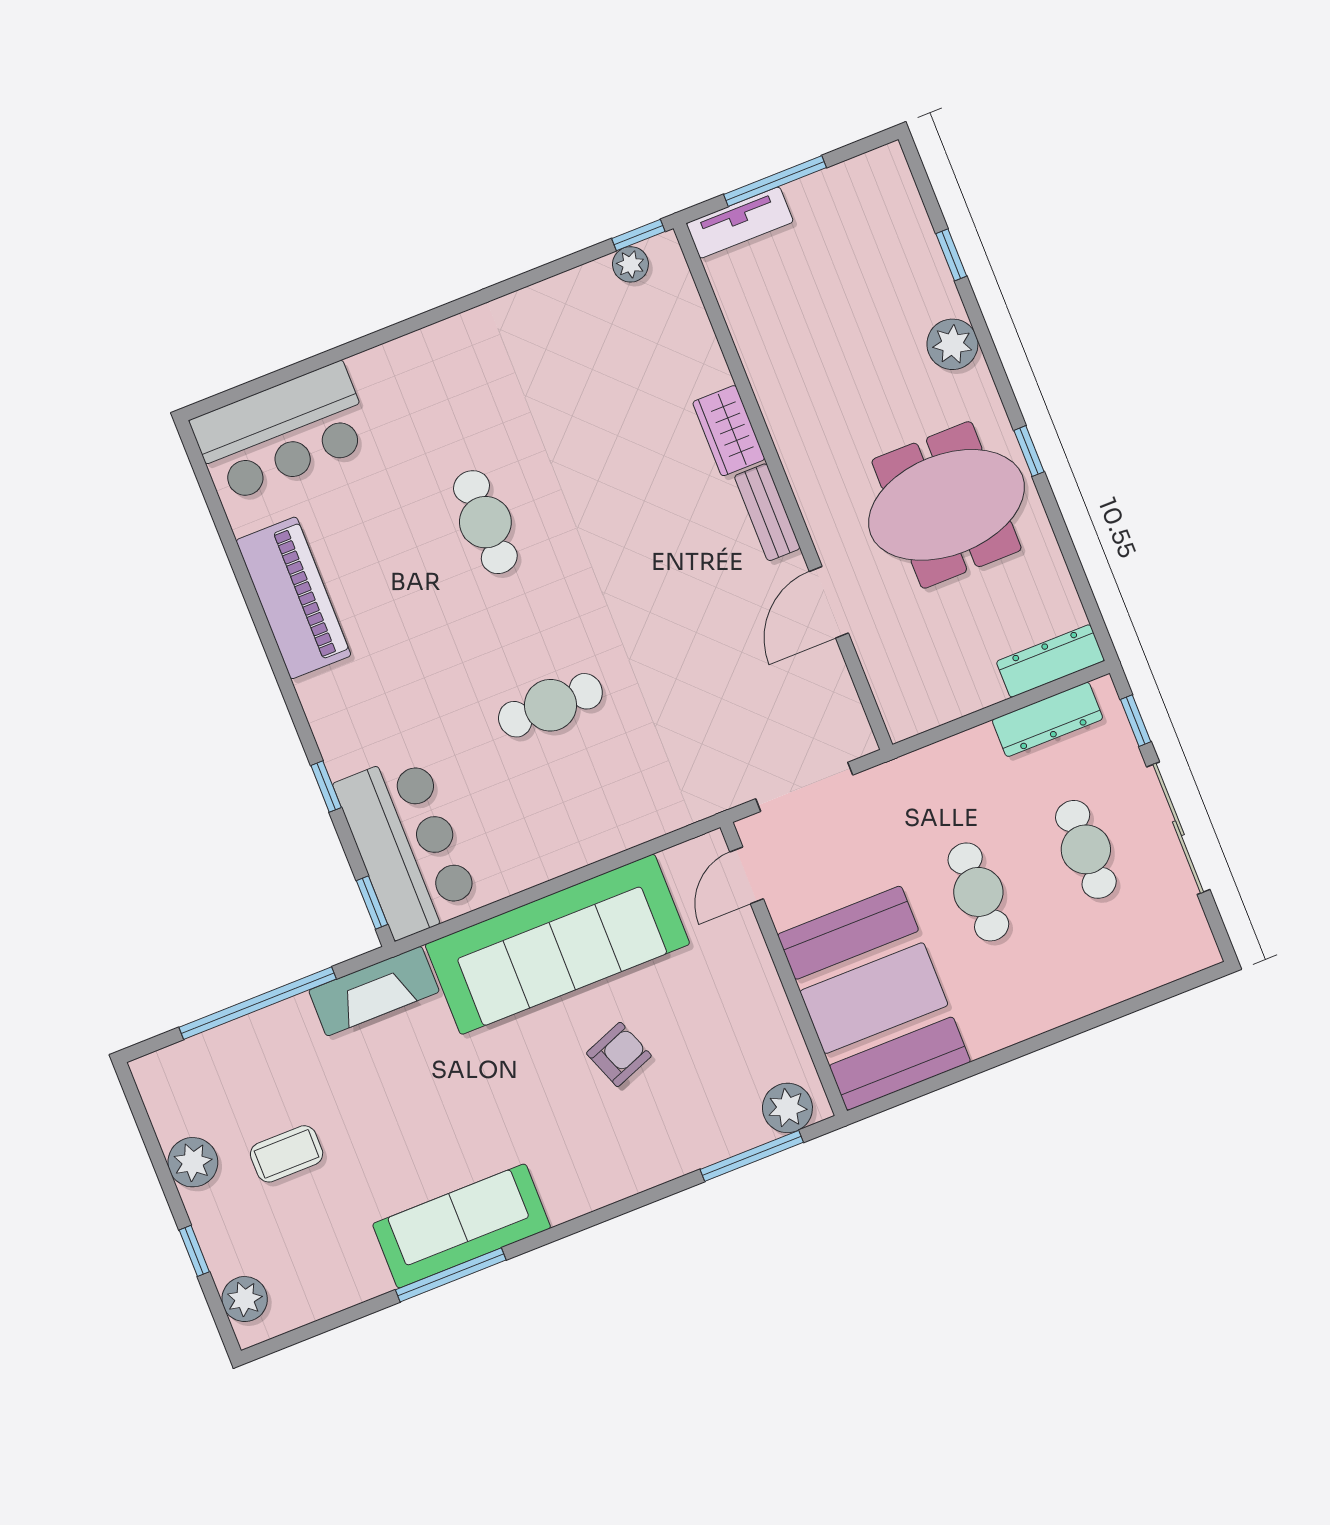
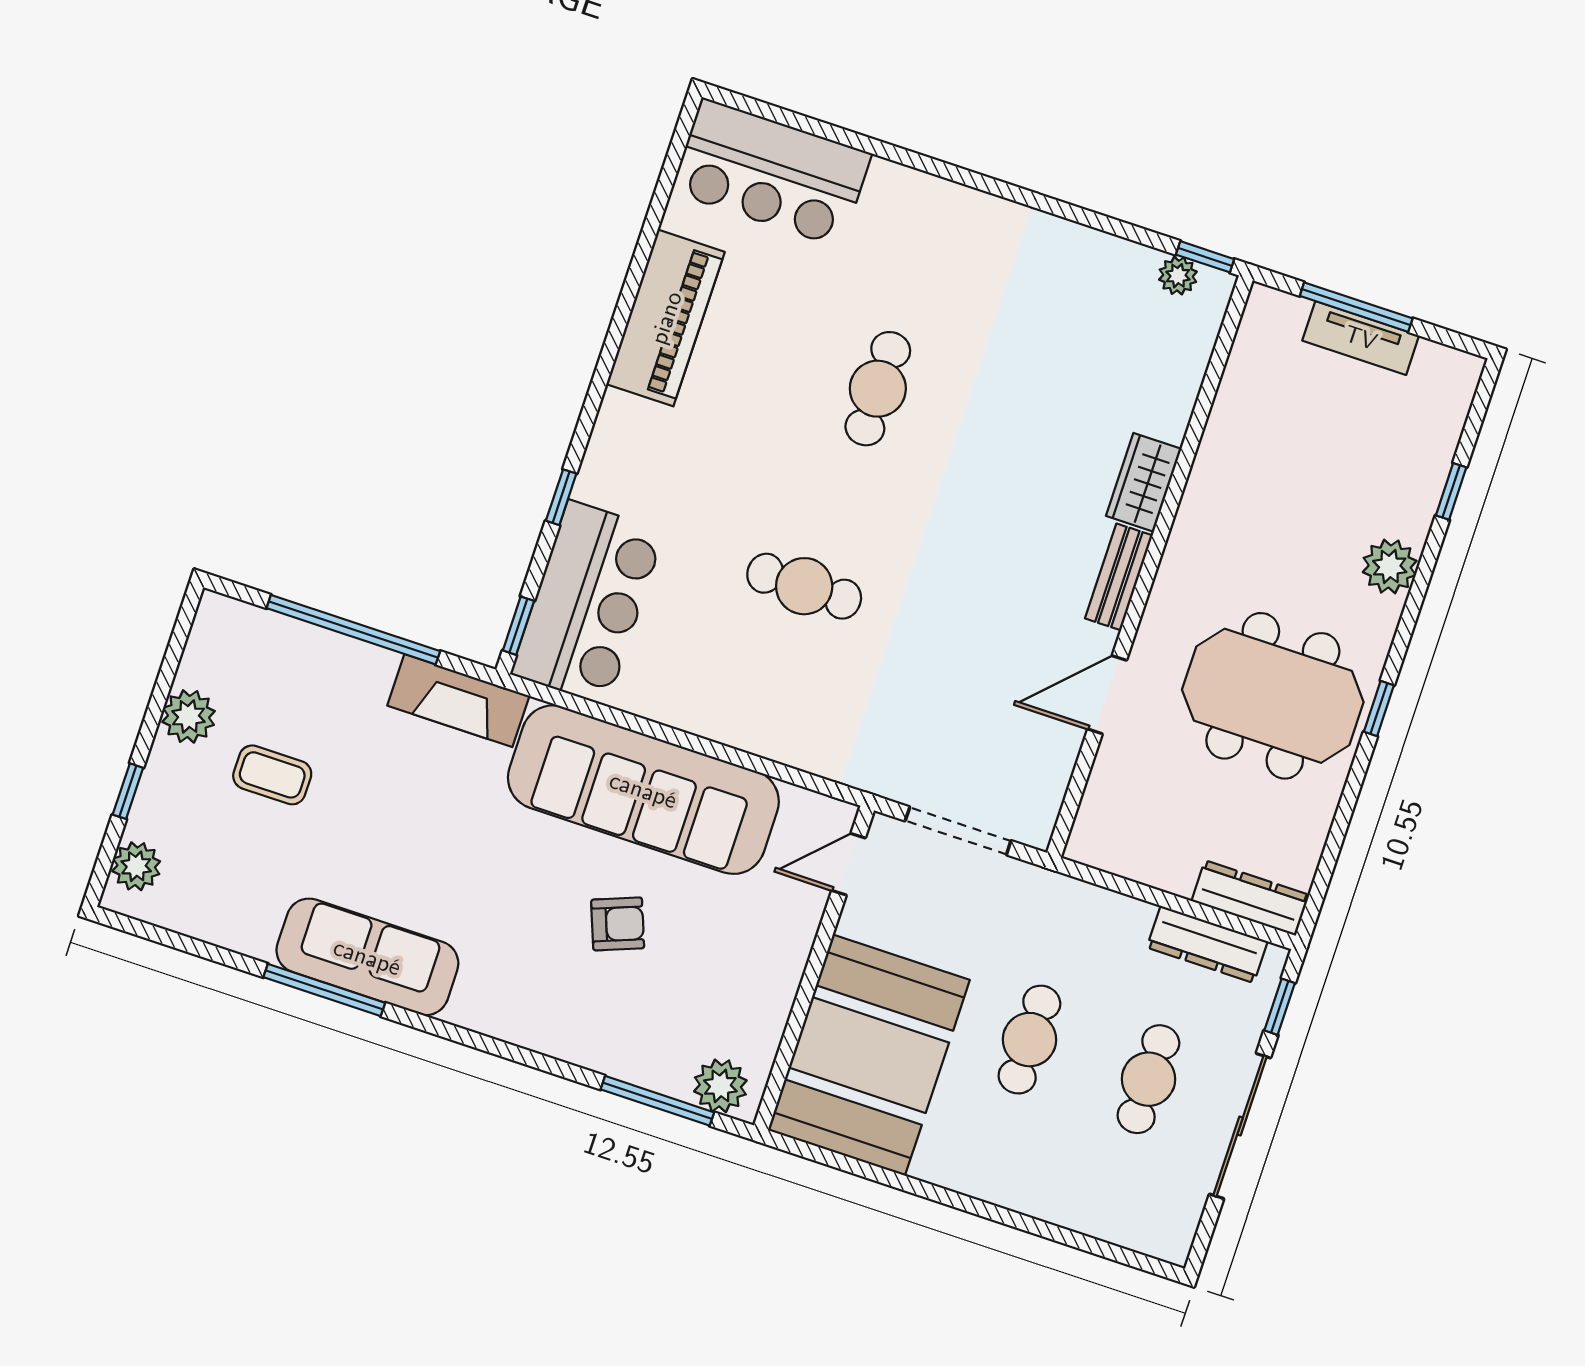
tv unit: (740, 223) -> (1361, 338), moved

